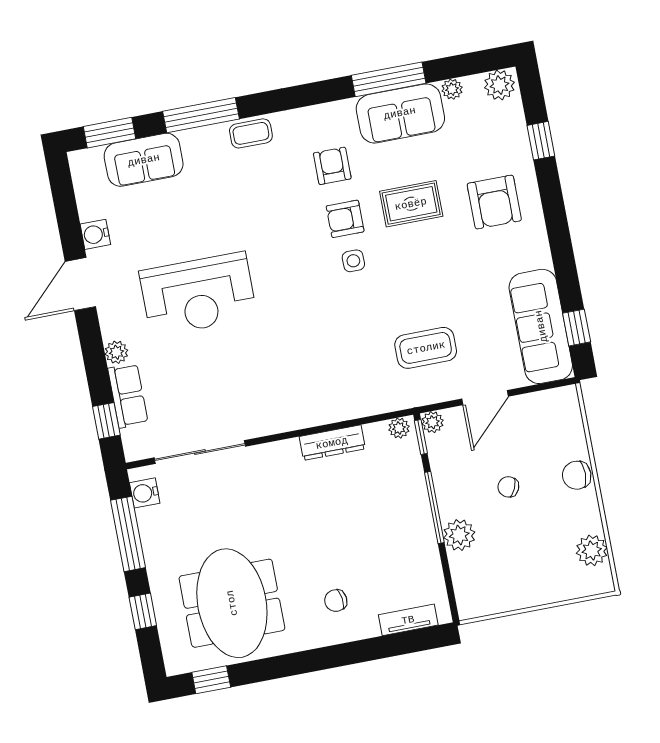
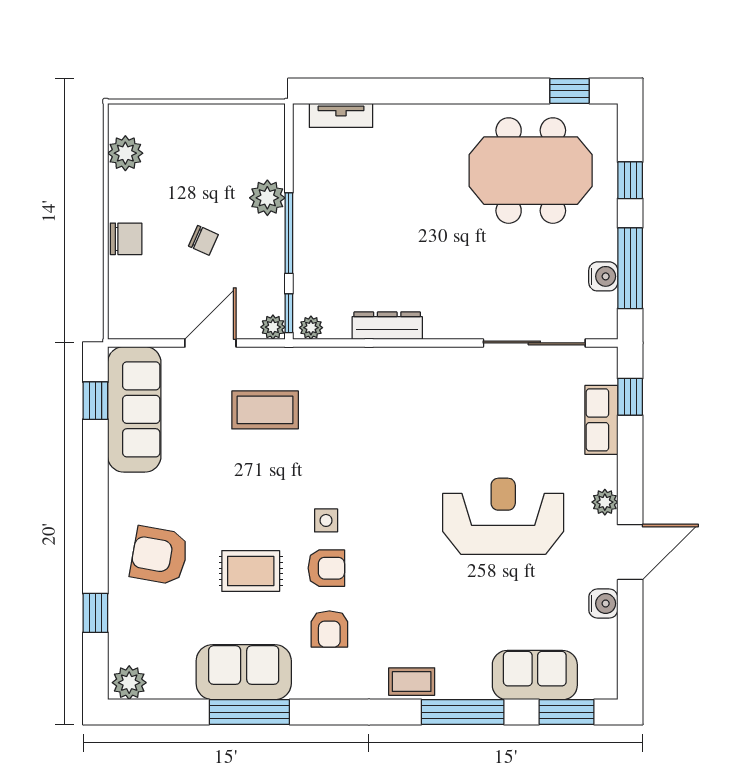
plant: (452, 89) -> (182, 688), removed
armchair: (494, 202) -> (159, 555), turned -80
plant: (116, 352) -> (605, 502), moved
water cooler: (145, 493) -> (603, 276), moved
chair: (336, 601) -> (416, 152), removed
meeting table: (232, 603) -> (531, 171), turned 90

